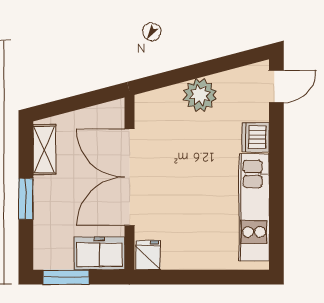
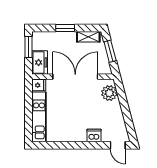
plant: (200, 95) -> (109, 93), moved
window: (75, 103) -> (110, 51), added
kitchen unit: (254, 207) -> (39, 117), moved, turned 90

